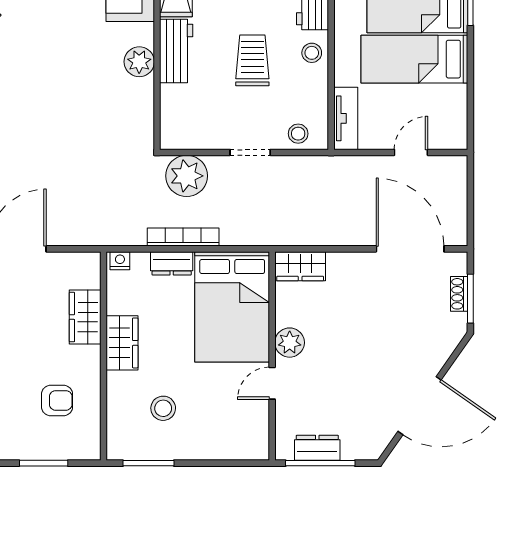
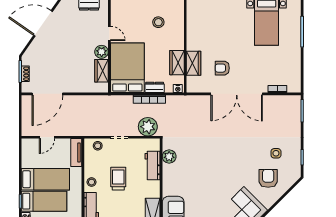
workbench: (176, 51) -> (153, 165), moved
trolley: (252, 60) -> (118, 179), turned 180
plant: (139, 62) -> (169, 157), moved
door: (410, 249) -> (47, 94), hinge flipped
wardrobe: (300, 266) -> (102, 71), moved, turned -90
wardrobe: (122, 343) -> (177, 63), moved
door: (272, 383) -> (109, 33), hinge flipped
armchair: (57, 400) -> (222, 68), moved

